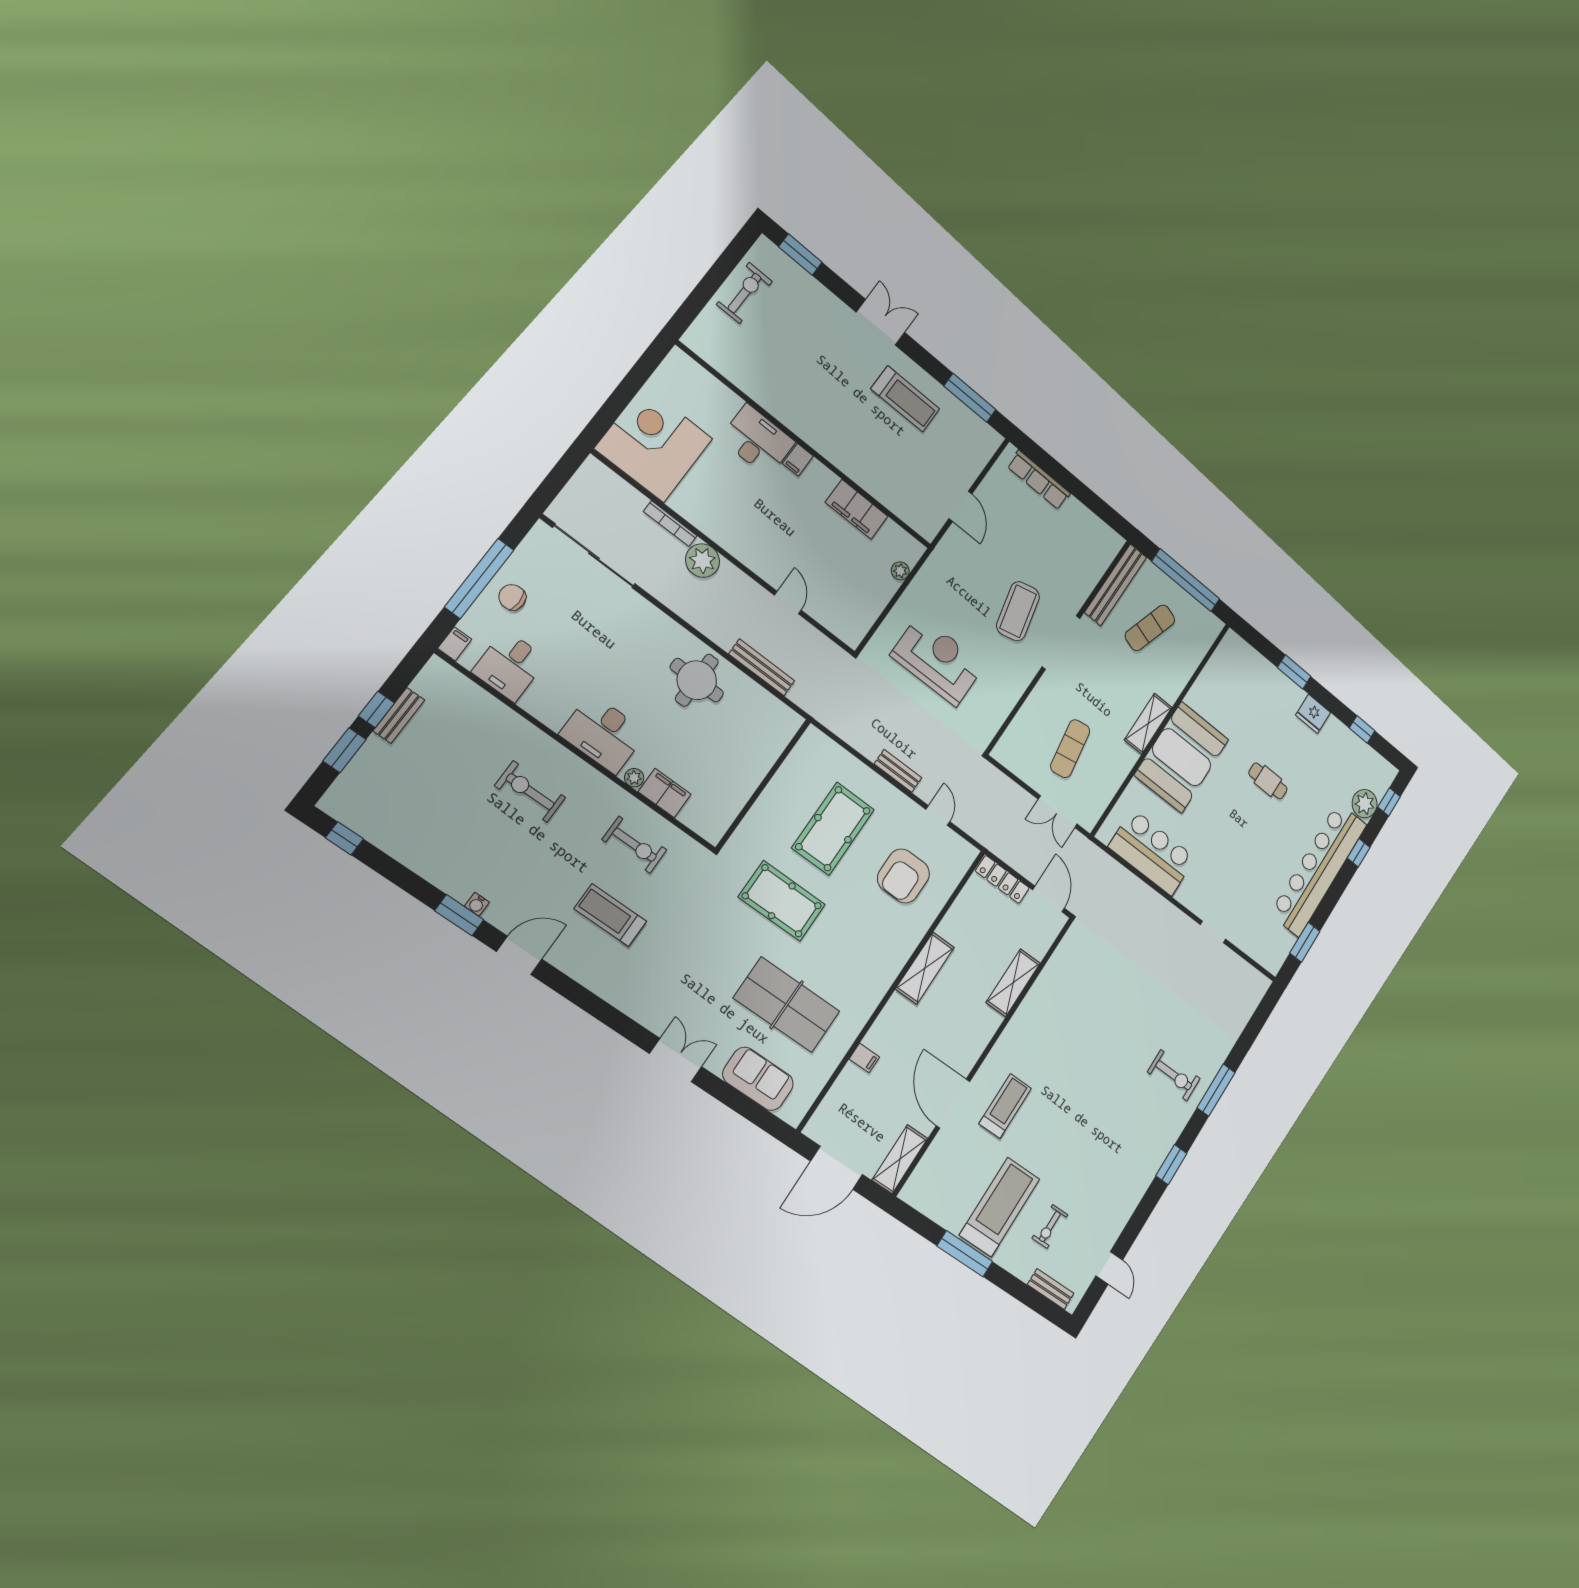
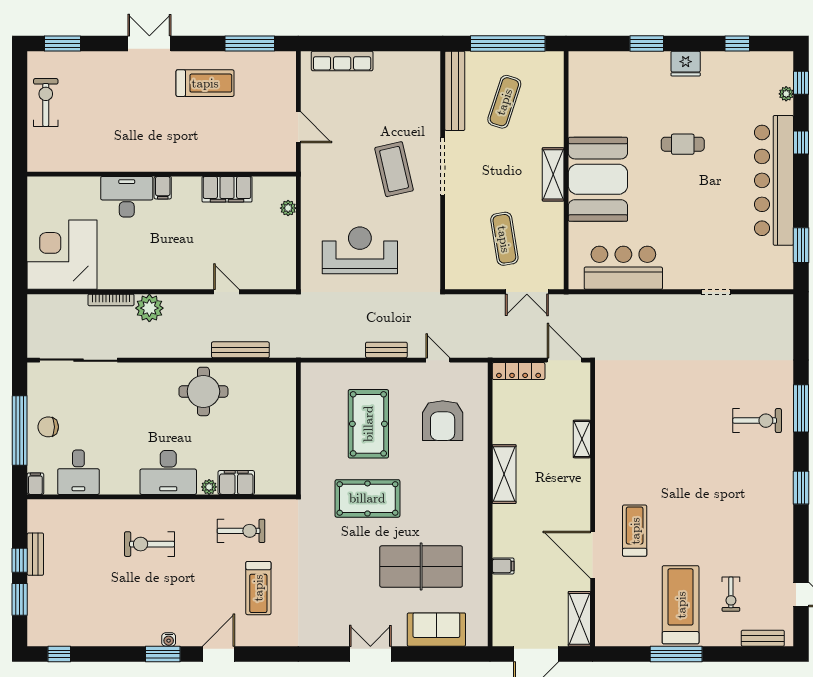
plant: (1365, 804) -> (786, 94), width x0.53, depth x0.53
treadmill: (610, 915) -> (258, 588), turned -90
shelving: (1013, 983) -> (582, 439), width x0.67, depth x0.75

